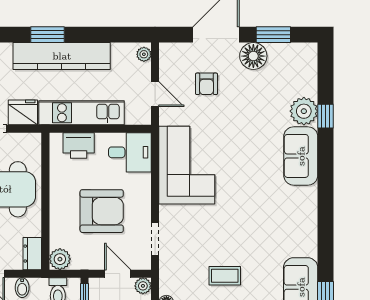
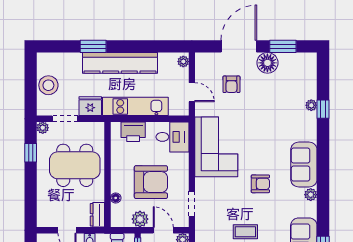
window: (47, 35) -> (93, 46), moved
plant: (304, 111) -> (311, 105), width x0.53, depth x0.53
sofa: (301, 156) -> (304, 165), moved
armchair: (244, 213) -> (260, 184), added
plant: (310, 227) -> (311, 195), added
floor lamp: (56, 232) -> (116, 198), added
plant: (60, 259) -> (140, 219), moved

